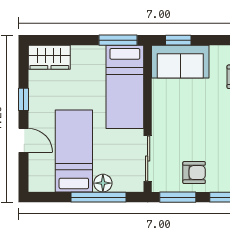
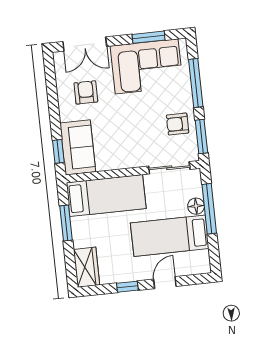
window: (118, 40) -> (66, 223), moved
armchair: (194, 173) -> (178, 124), turned -90

